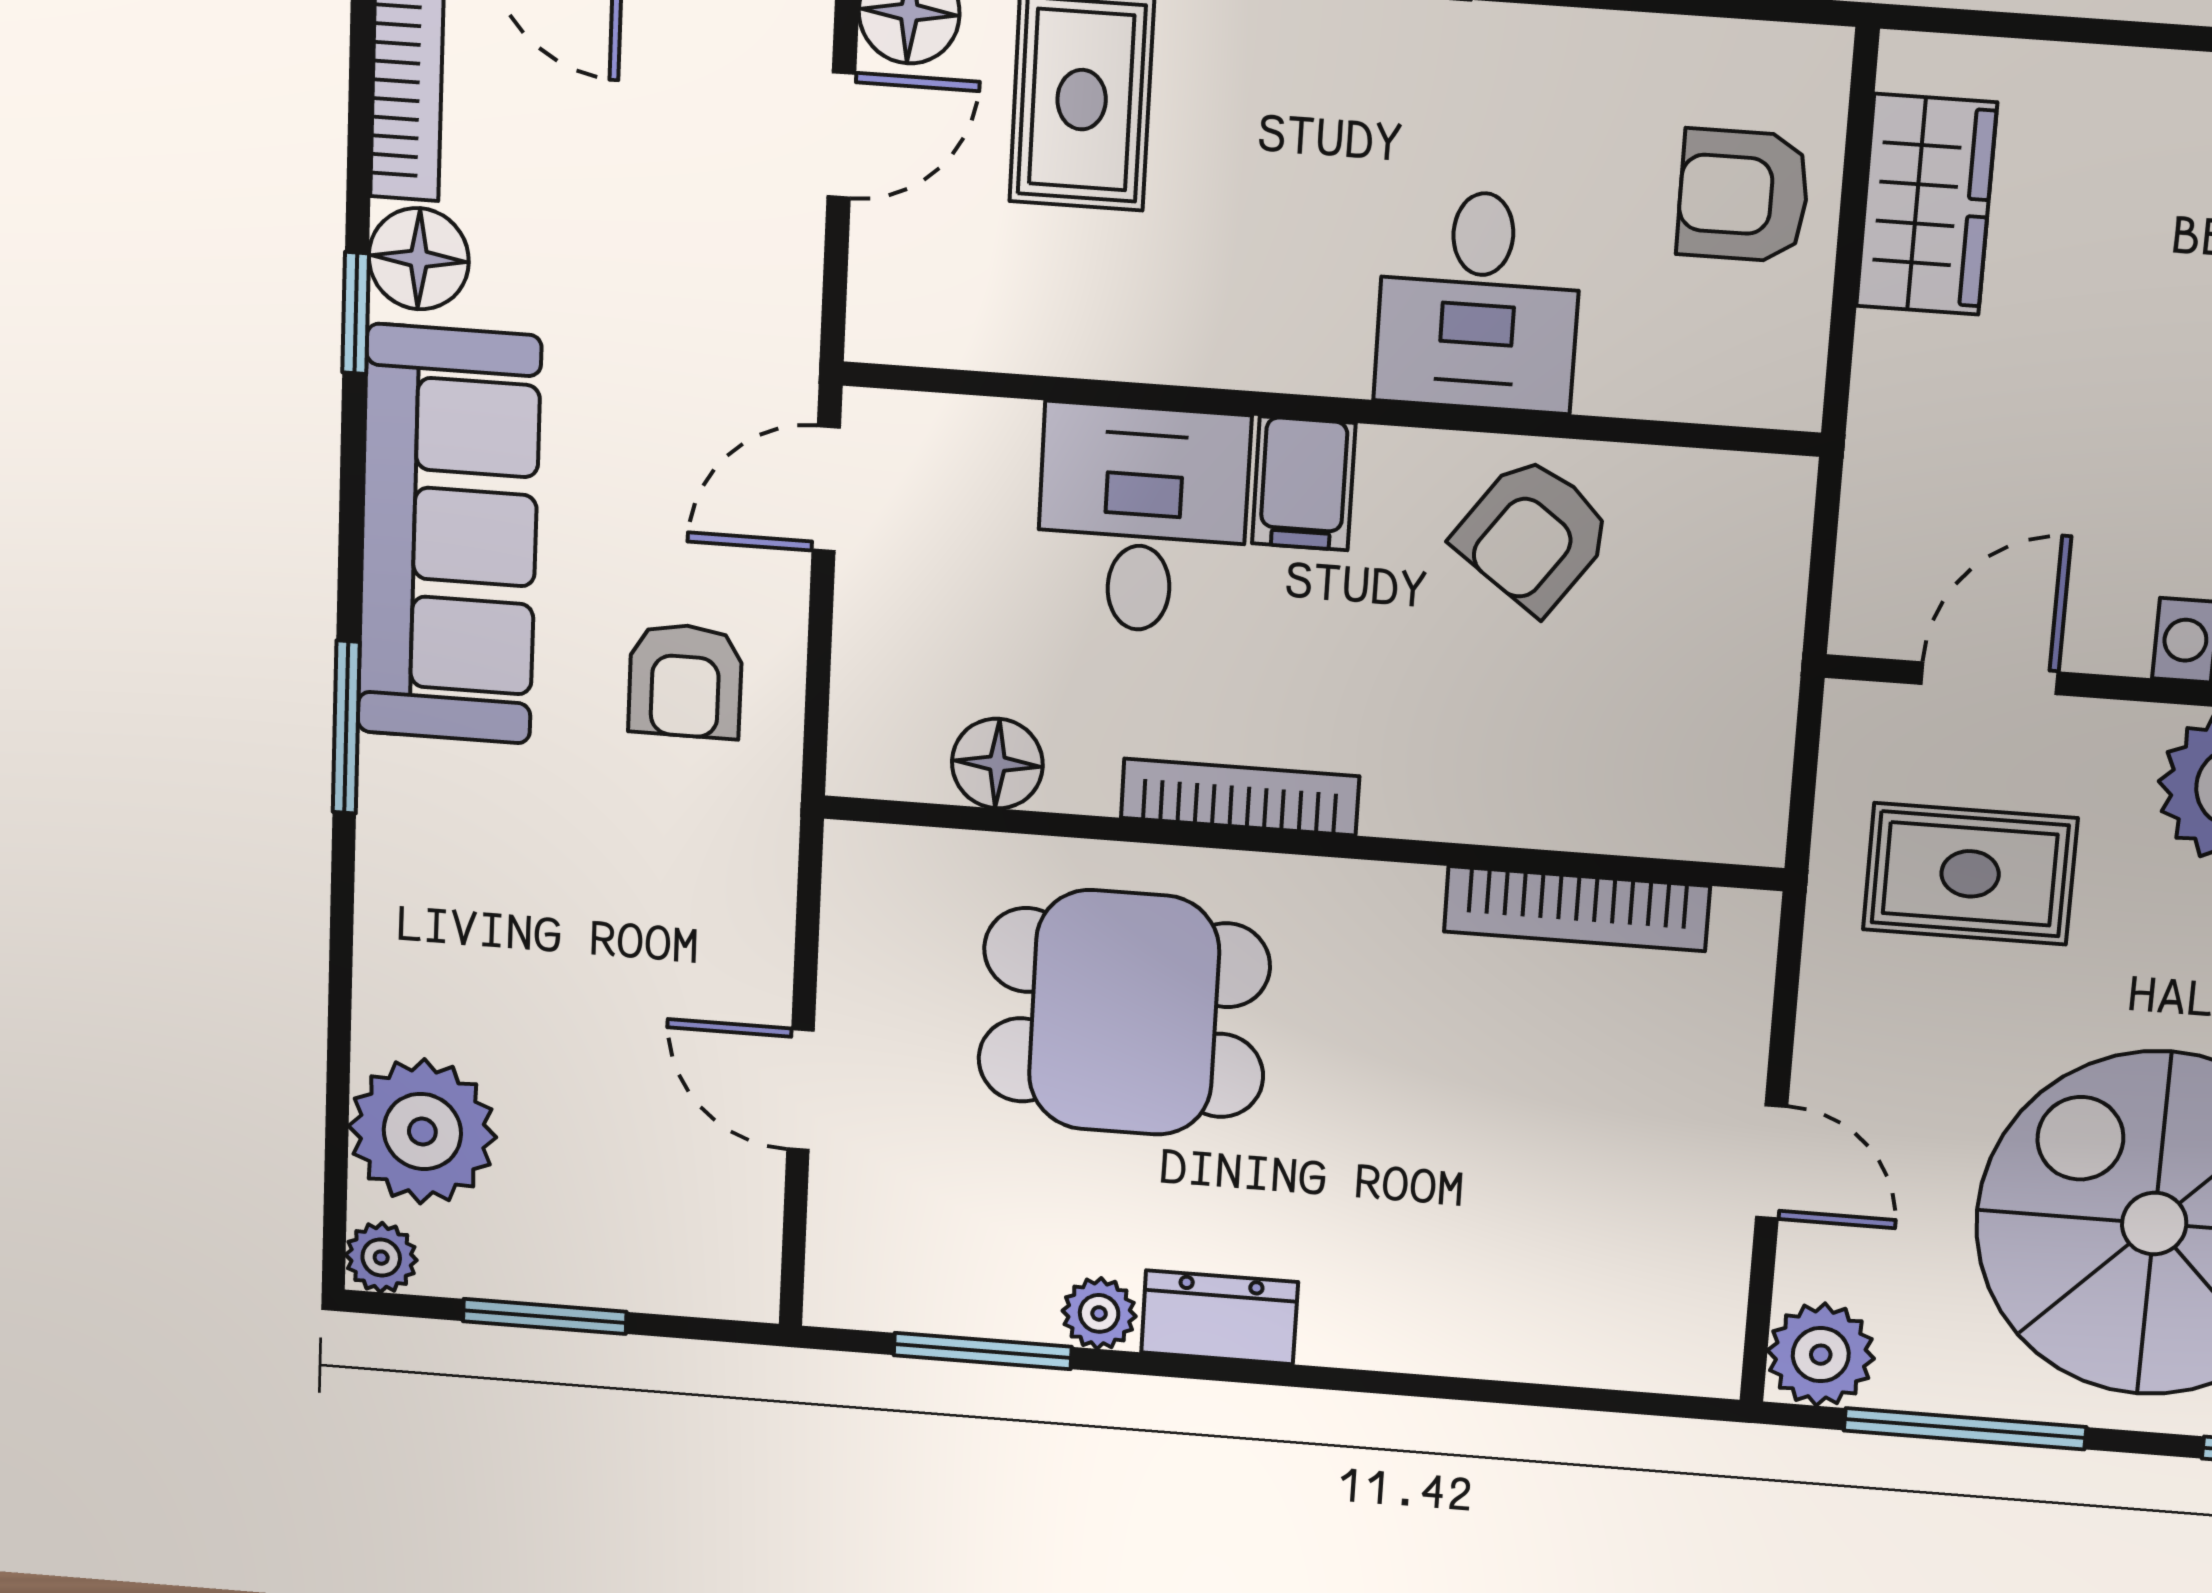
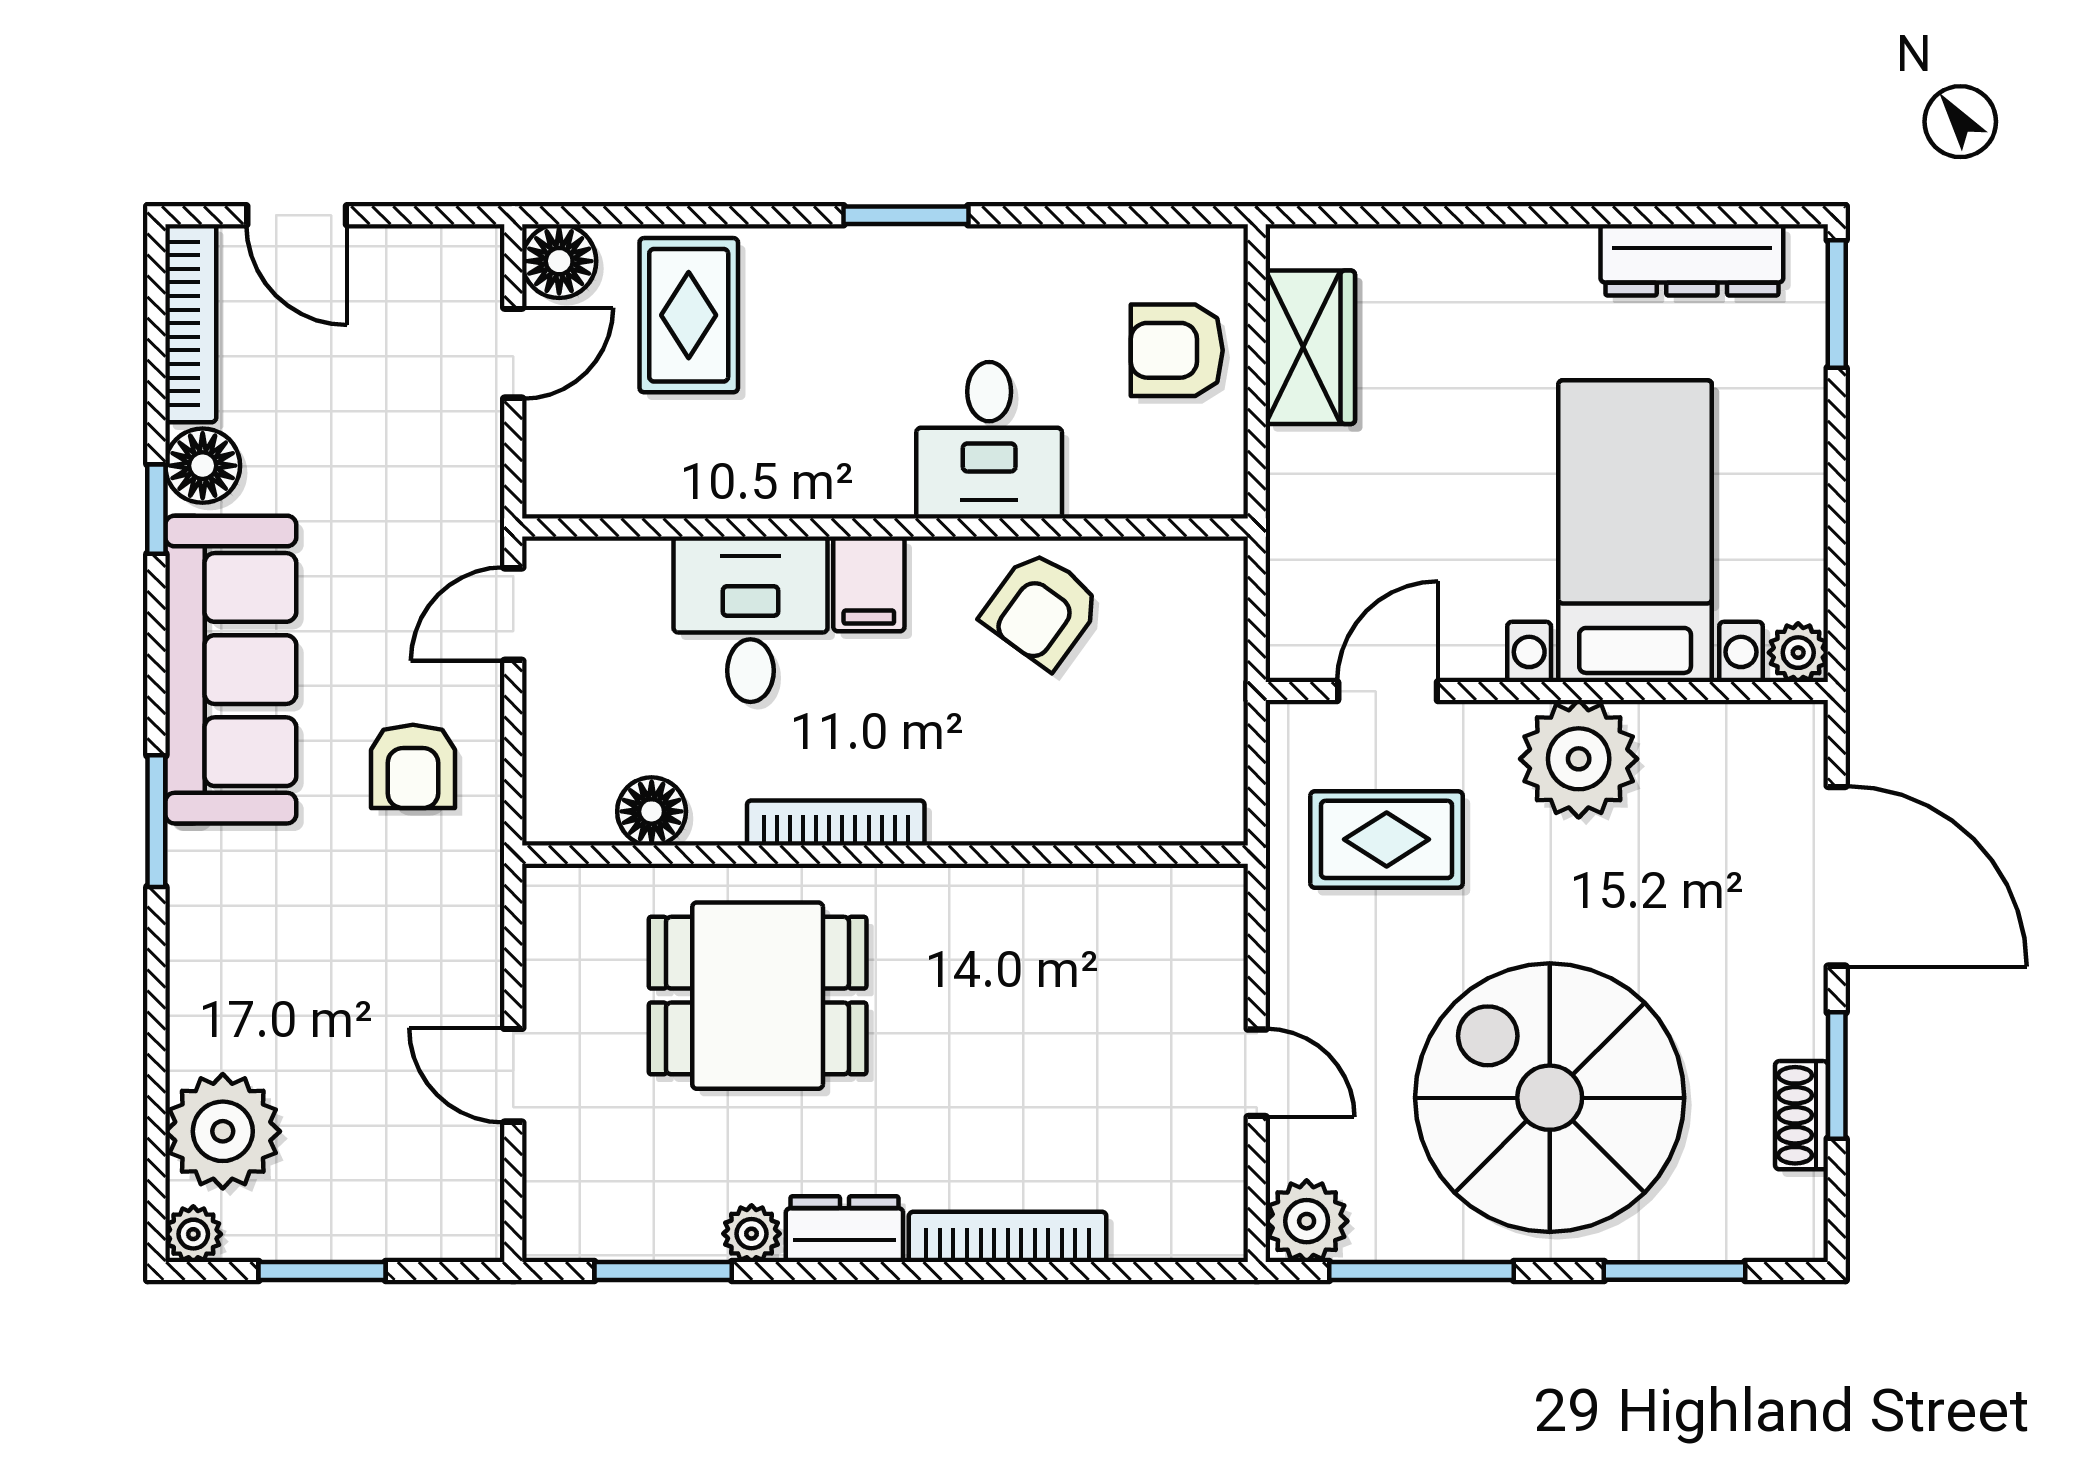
bookcase: (1577, 909) -> (1008, 1237), moved, turned 180

